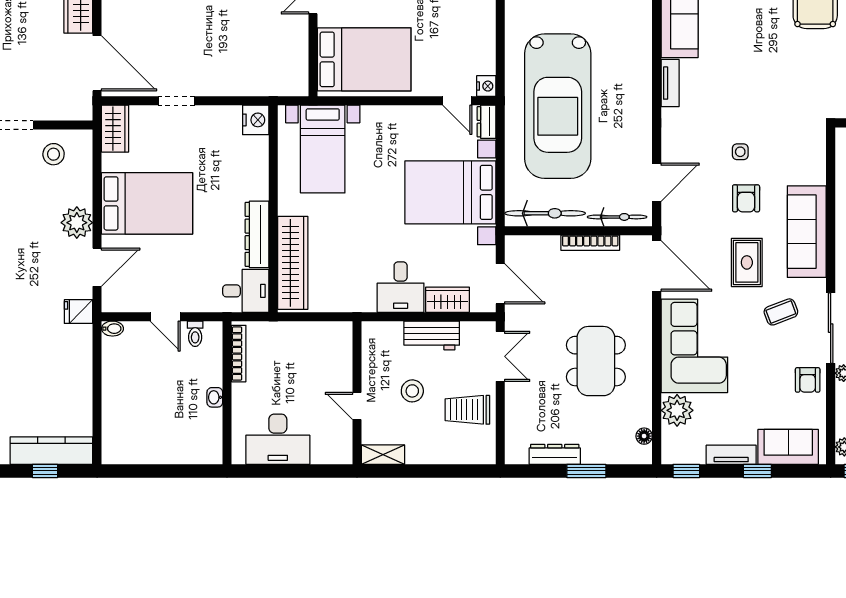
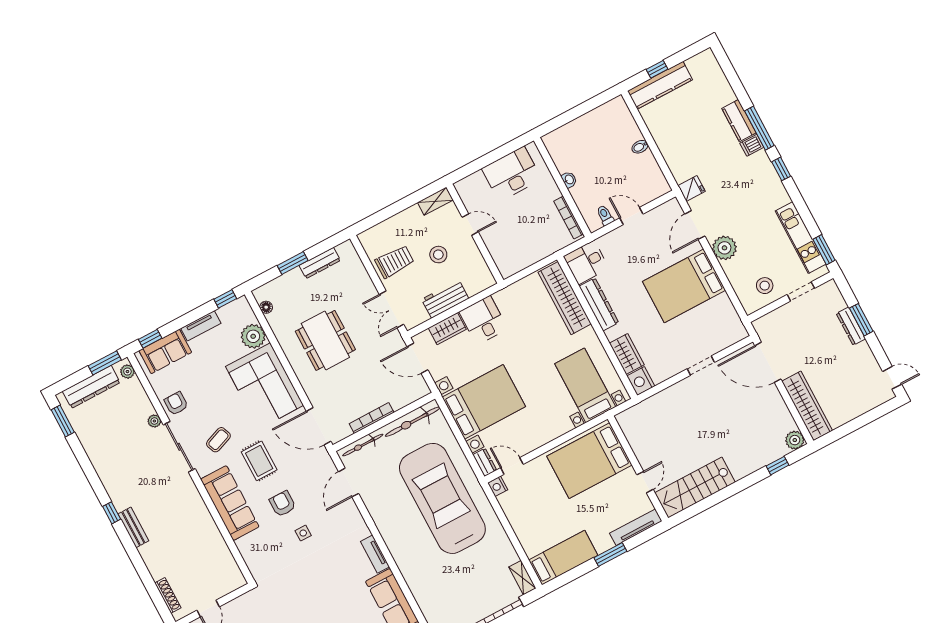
wardrobe: (115, 129) -> (627, 354), moved, turned 180
bidet: (112, 329) -> (640, 147), moved
window: (757, 471) -> (150, 339), moved

